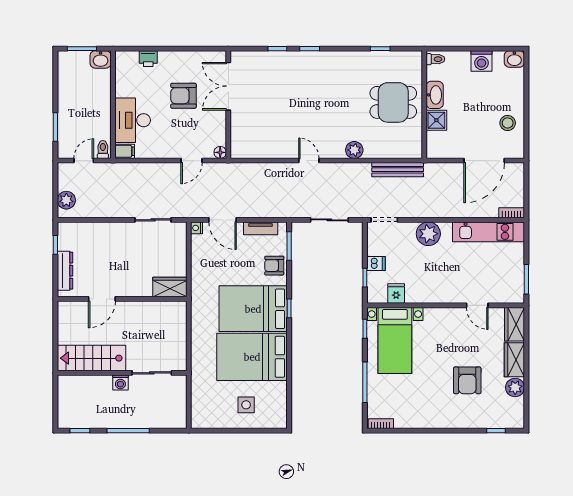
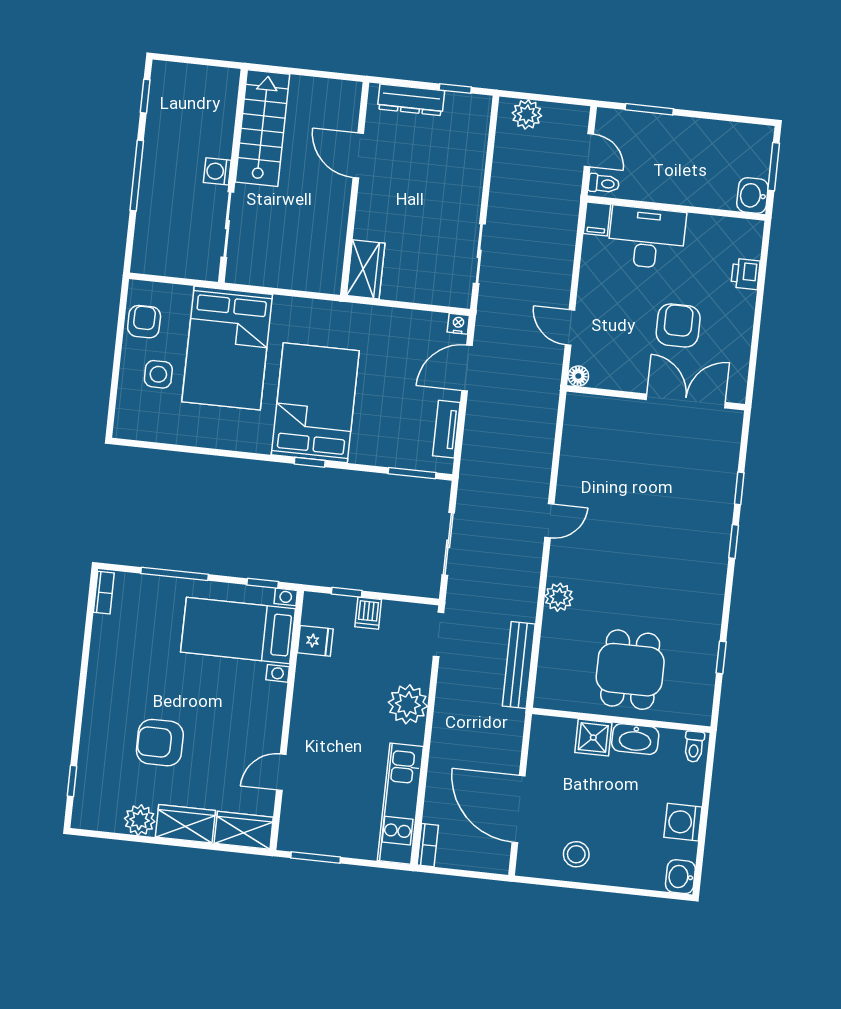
armchair: (274, 266) -> (144, 322), moved
bed: (252, 357) -> (227, 348), moved, turned 180

